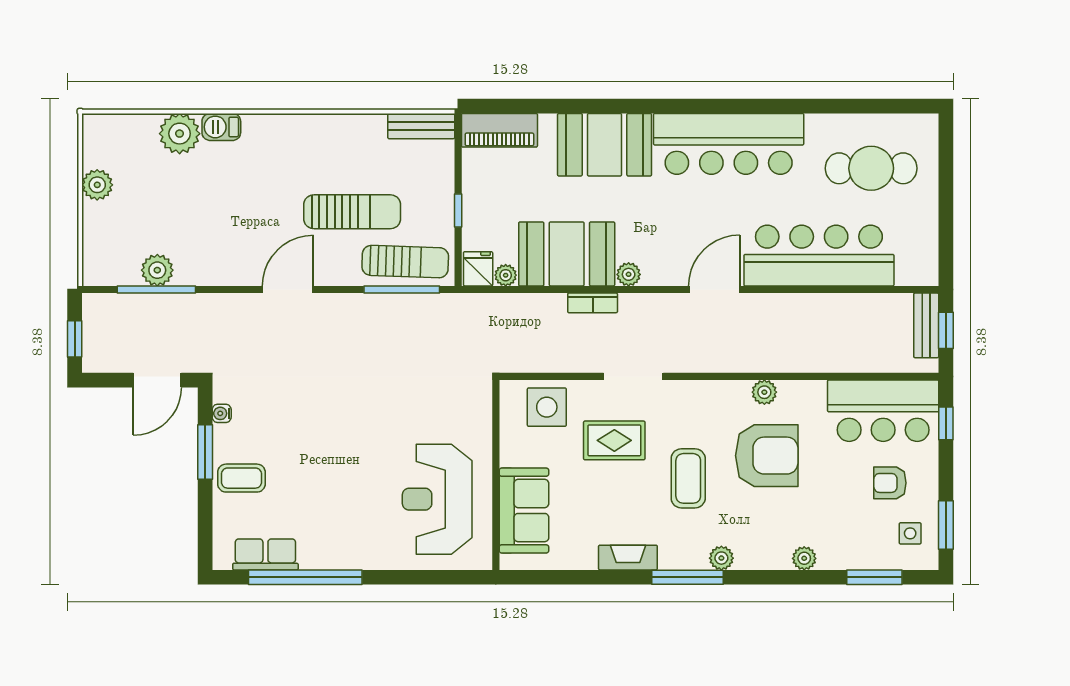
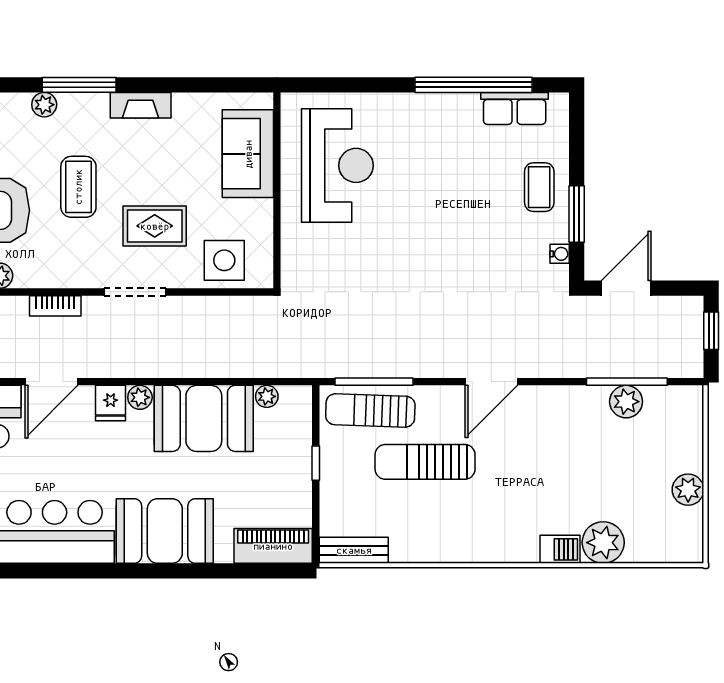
fridge: (478, 269) -> (111, 403), moved
bookcase: (593, 303) -> (55, 306), moved, turned 180
coffee table: (241, 478) -> (539, 187), turned 90

